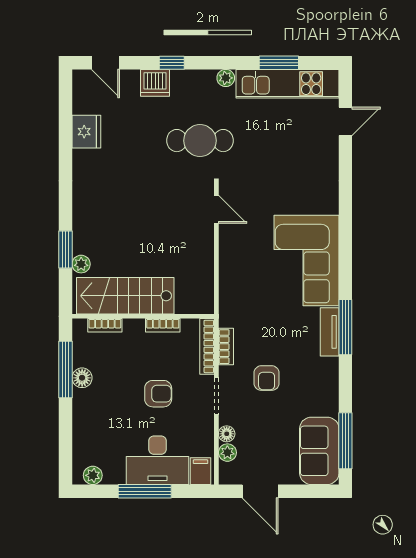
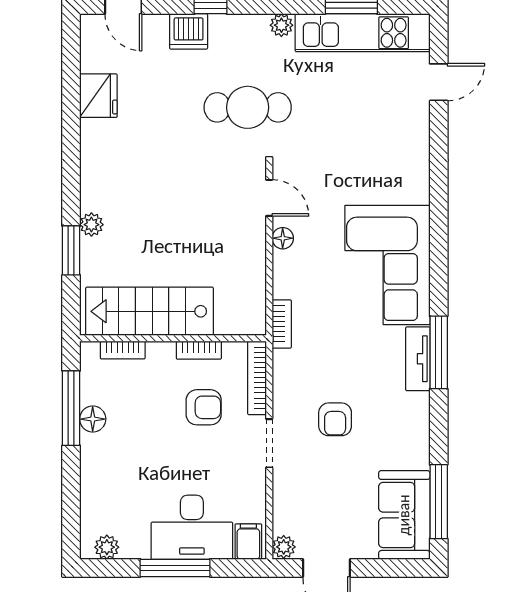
plant: (81, 264) -> (91, 225), moved
bookcase: (226, 347) -> (282, 324), moved
armchair: (158, 394) -> (204, 407), moved
floor lamp: (227, 434) -> (283, 238), moved
plant: (227, 453) -> (284, 547), moved

